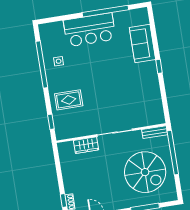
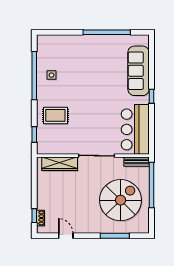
bar counter: (90, 30) -> (135, 129), moved, turned 90
sofa: (142, 44) -> (139, 71), width x1.36
wardrobe: (86, 145) -> (60, 164), width x1.50
spiral stairs: (145, 172) -> (121, 200), turned -90

